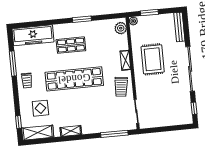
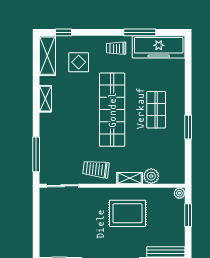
plant: (121, 28) -> (151, 176), moved
freezer: (33, 35) -> (159, 47), moved, turned -90

